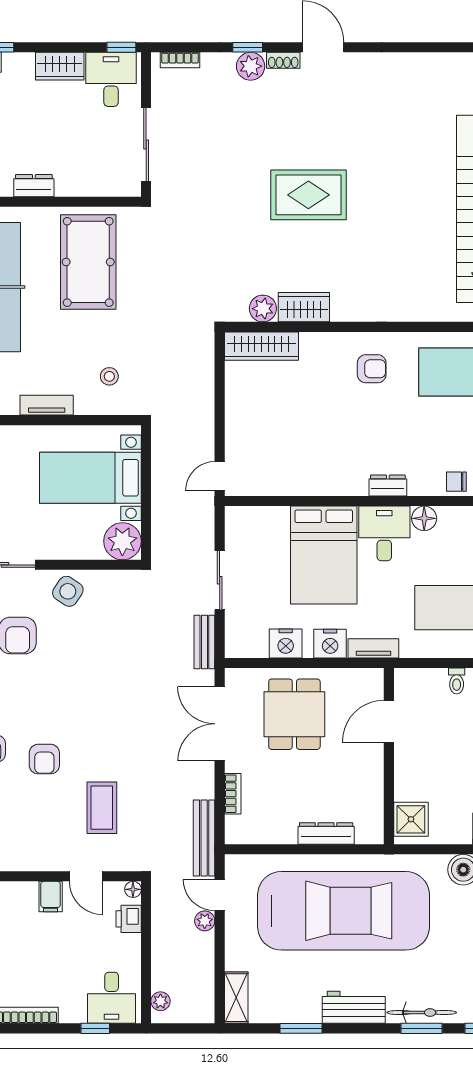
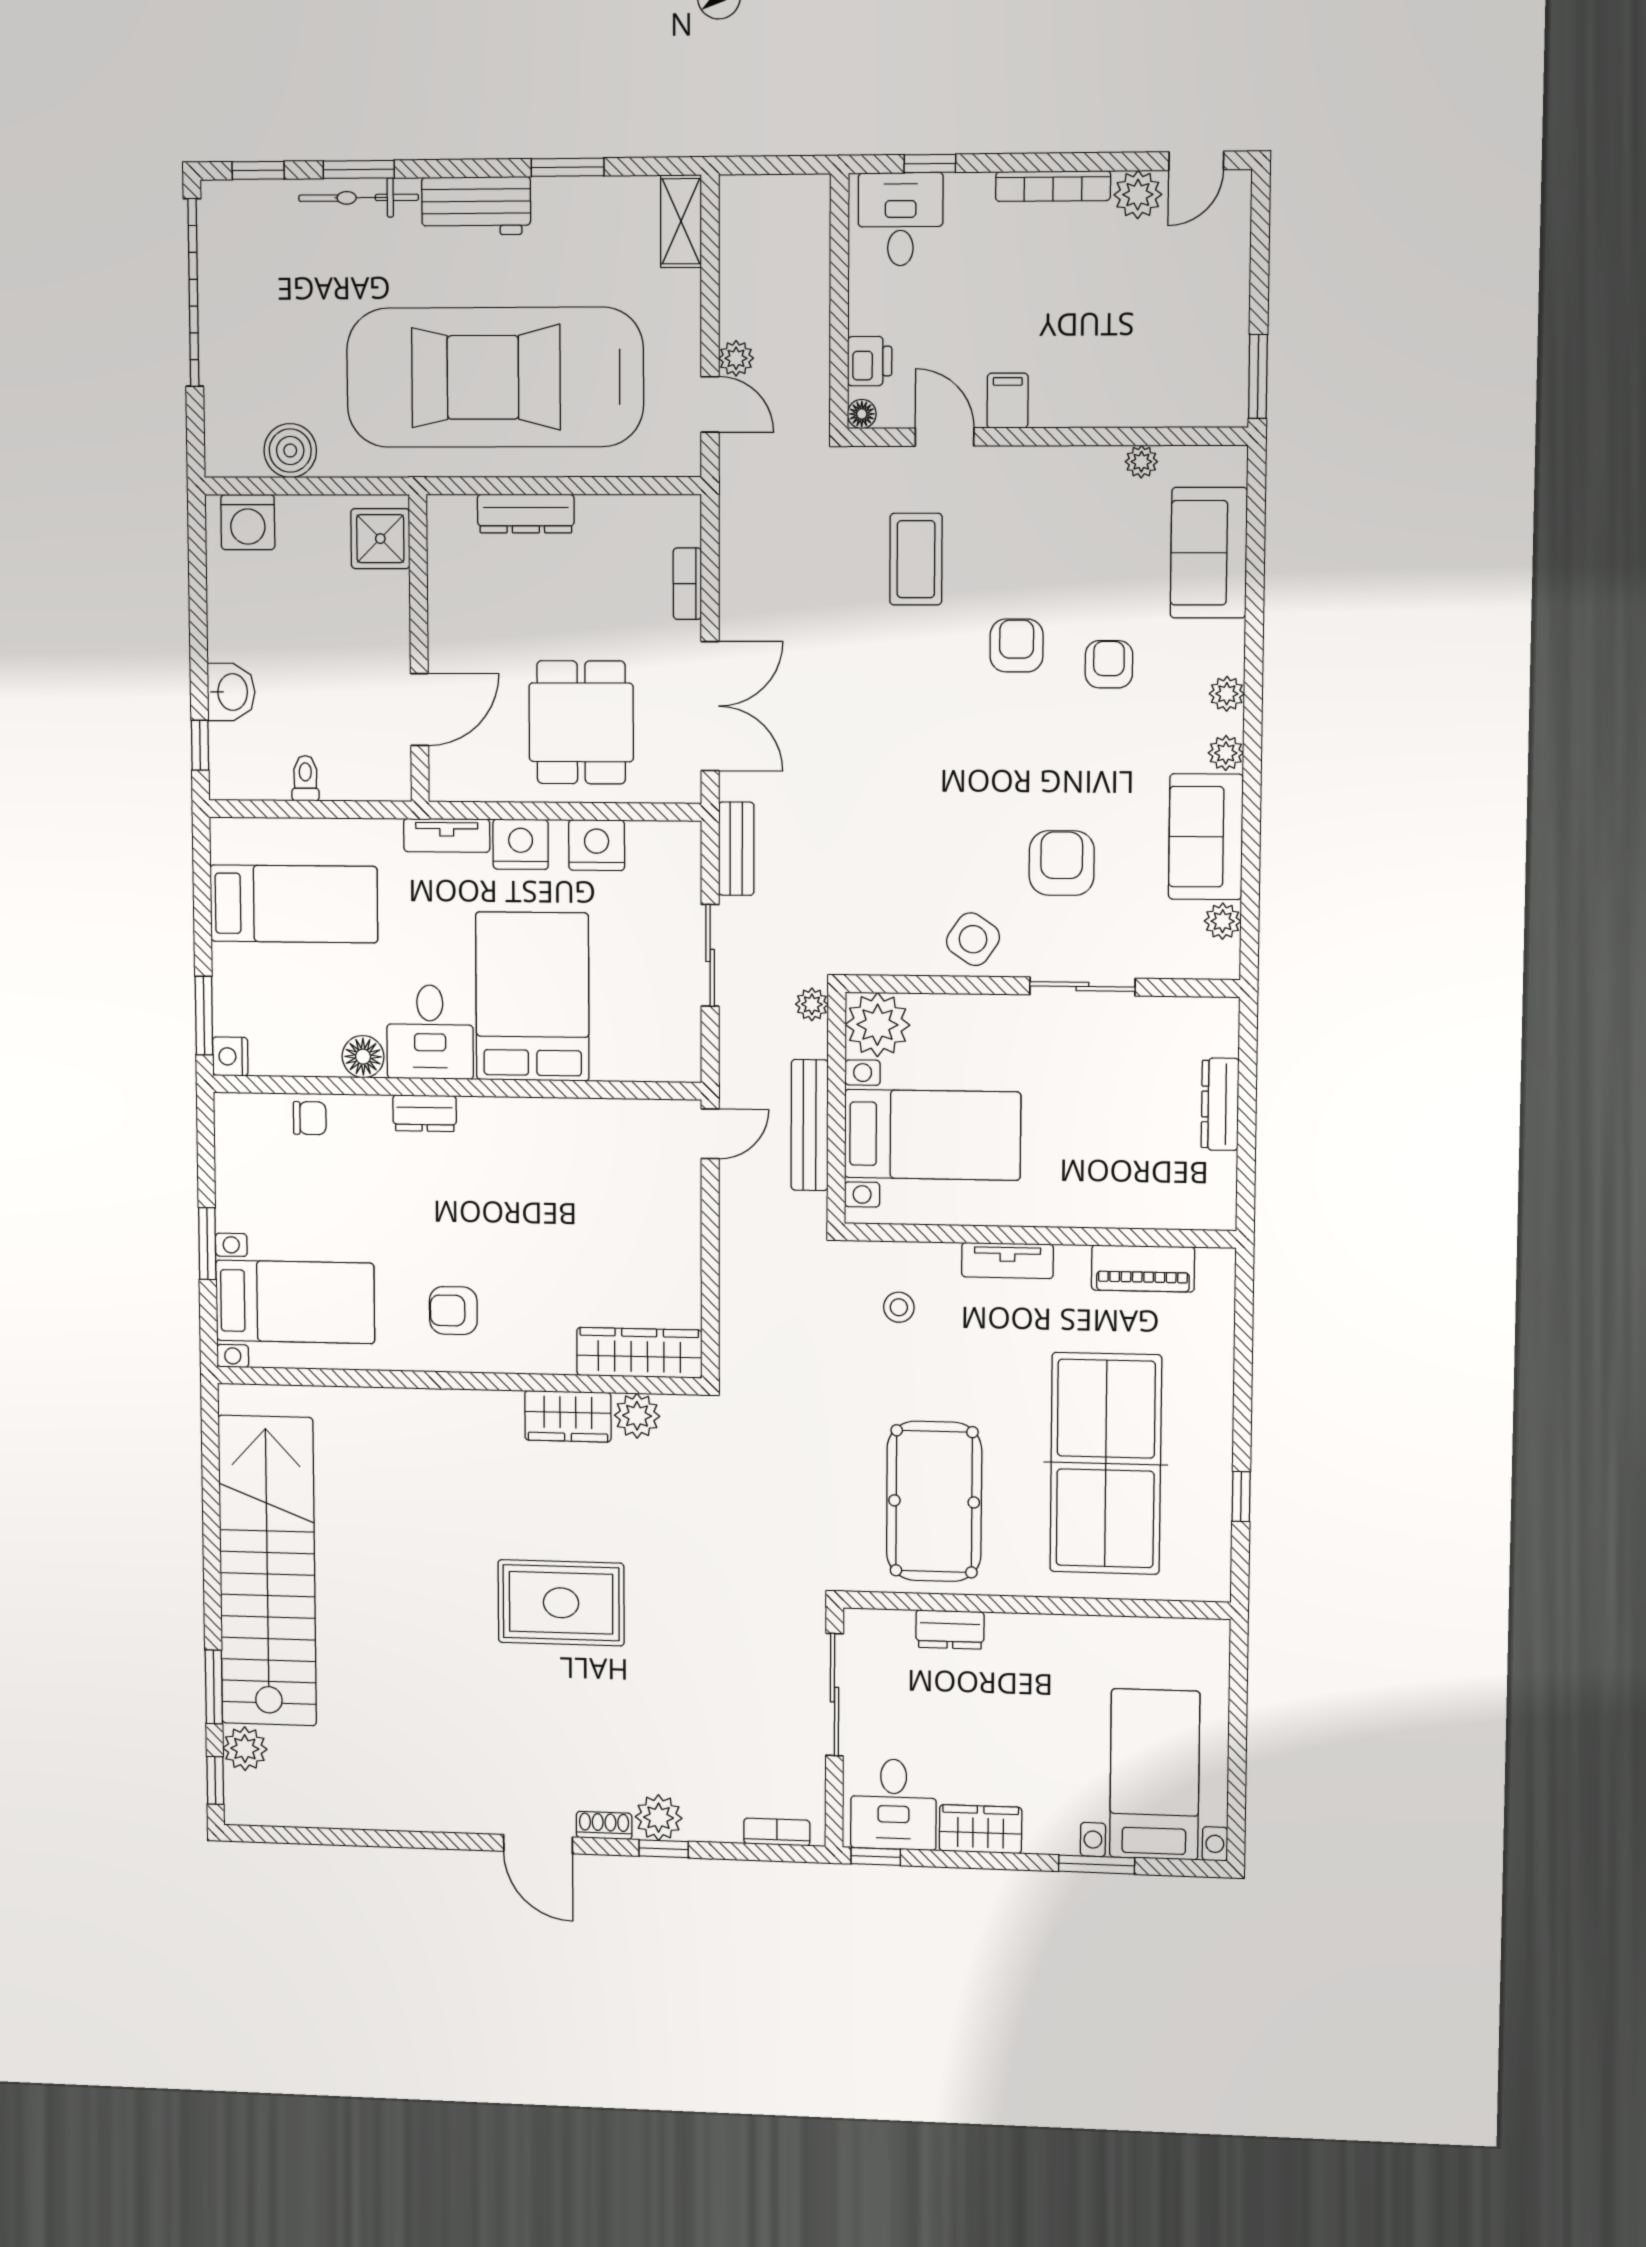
dresser: (34, 186) -> (950, 1630), moved
bench: (204, 838) -> (810, 1125), moved
plant: (160, 1001) -> (812, 1004), moved

